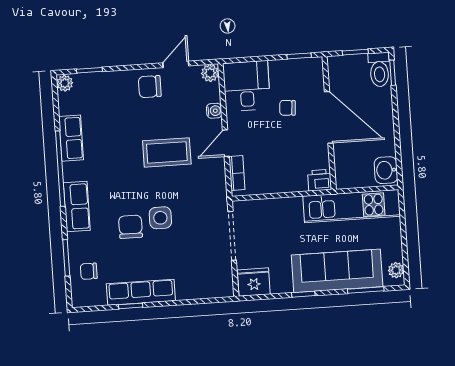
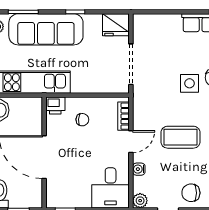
chair: (150, 87) -> (191, 193), turned 180
chair: (287, 108) -> (82, 120), moved

